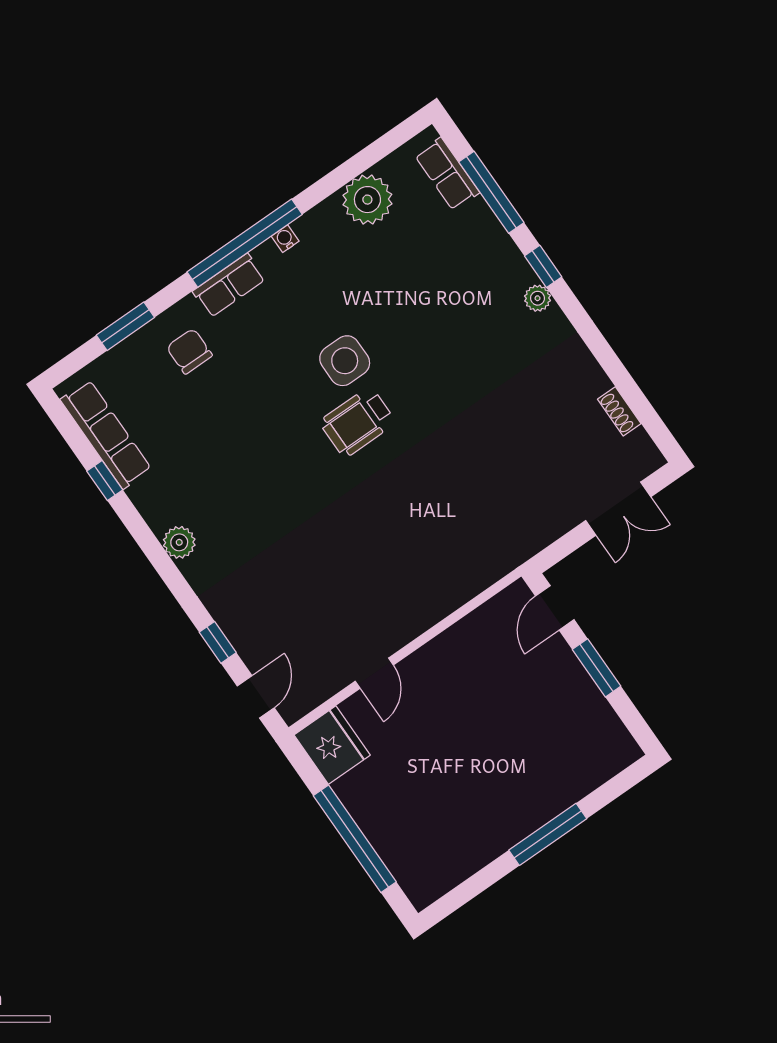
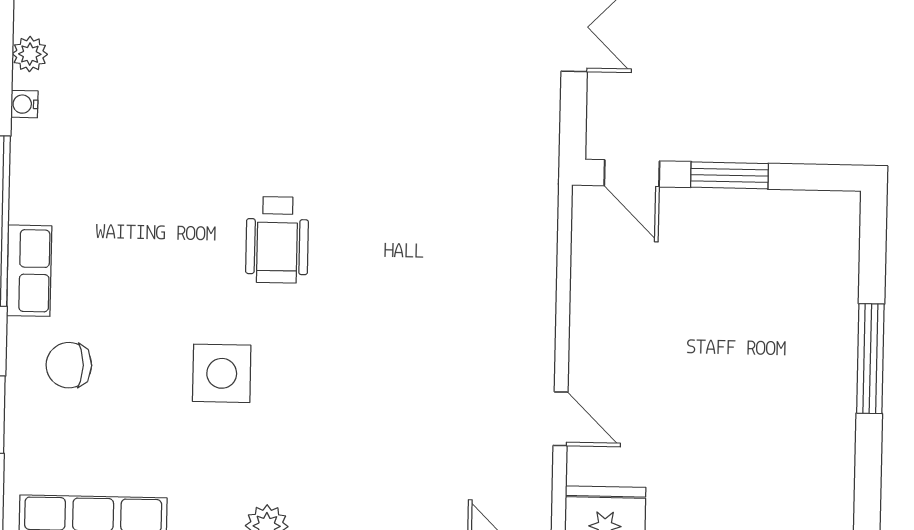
plant: (367, 200) -> (30, 54), width x0.53, depth x0.53
water cooler: (285, 239) -> (24, 104), moved
side table: (345, 361) -> (222, 373), moved

